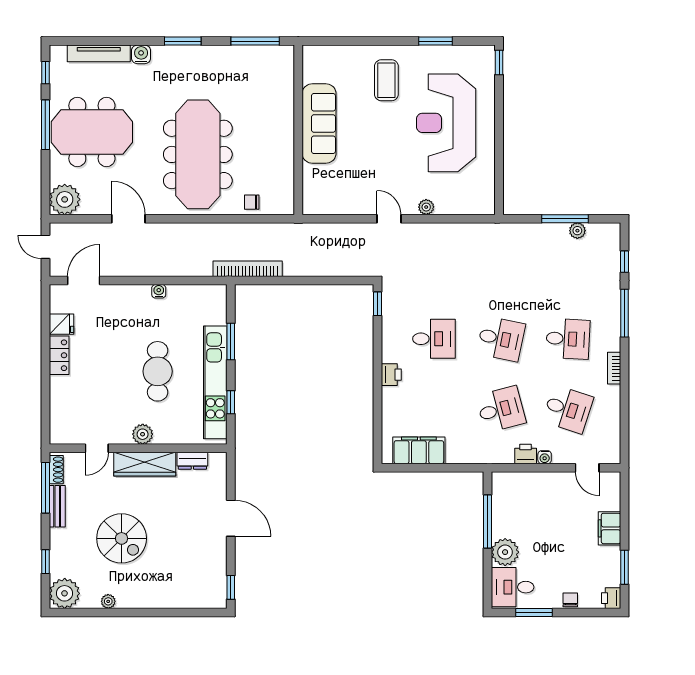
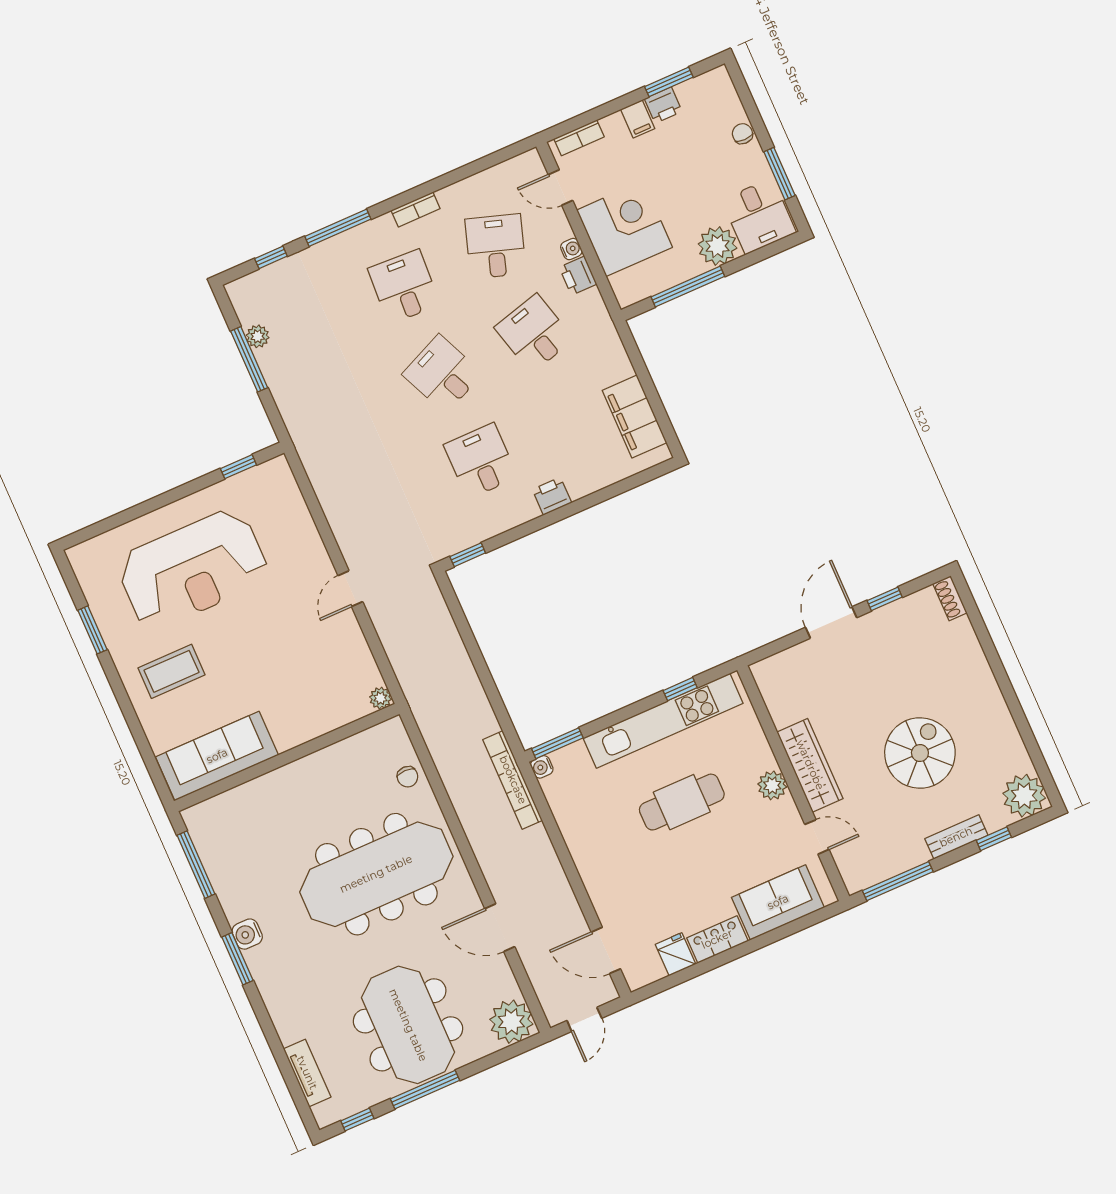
tv unit: (99, 53) -> (307, 1073), width x0.71
water cooler: (141, 54) -> (247, 934), moved
window: (499, 63) -> (238, 467), moved
sofa: (319, 124) -> (217, 756), moved
plant: (426, 207) -> (380, 698), moved
door: (128, 219) -> (500, 928), hinge flipped
bookcase: (248, 269) -> (513, 780), moved
water cooler: (159, 291) -> (542, 767), moved
desk: (501, 339) -> (442, 374), turned -36
window: (231, 341) -> (557, 743), moved
sofa: (66, 405) -> (778, 902), added
dresser: (192, 461) -> (778, 705), removed
door: (587, 468) -> (561, 188), swing flipped
shoe rack: (56, 470) -> (950, 598), moved, turned -90
bookcase: (614, 494) -> (579, 138), added
corner desk: (543, 497) -> (624, 229), added
bench: (57, 506) -> (956, 837), moved
filing cabinet: (609, 528) -> (638, 119), width x0.50
window: (231, 587) -> (885, 599), moved
printer: (611, 598) -> (663, 105), moved
chair: (570, 600) -> (742, 134), turned 90
plant: (108, 601) -> (1010, 734), removed

